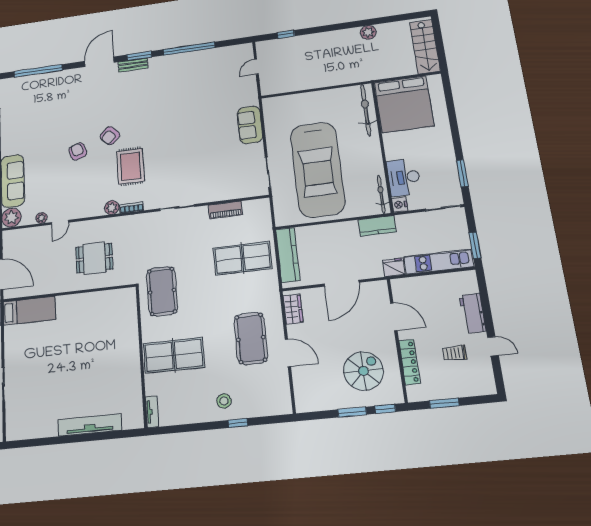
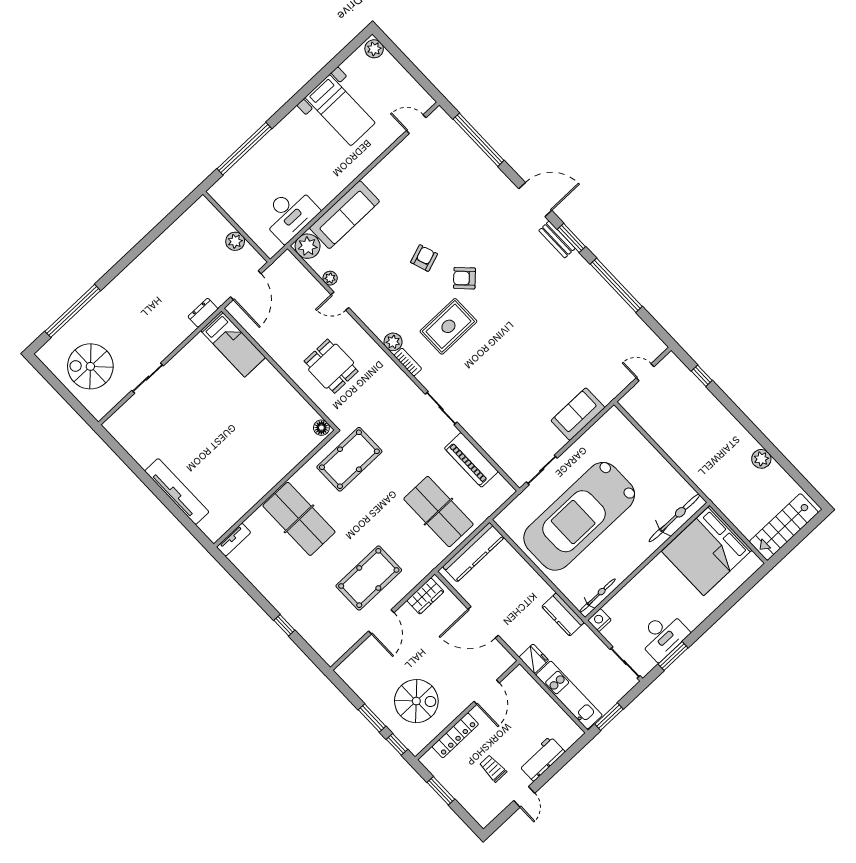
desk: (404, 177) -> (663, 635), moved, turned 180
piano: (225, 210) -> (471, 460), width x1.37, depth x1.33
floor lamp: (127, 294) -> (321, 428), added
stool: (224, 401) -> (294, 598), removed

